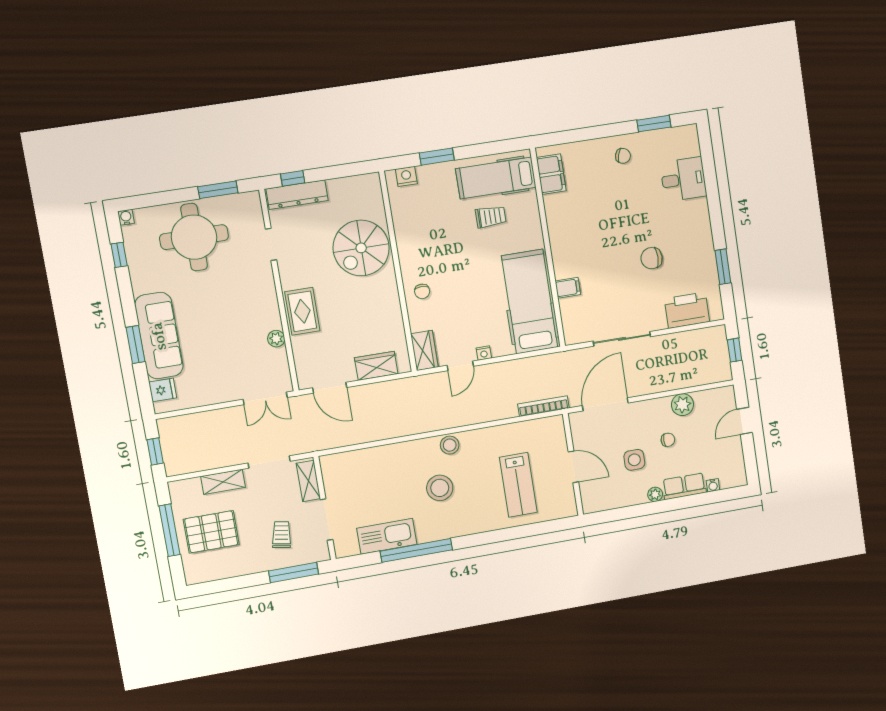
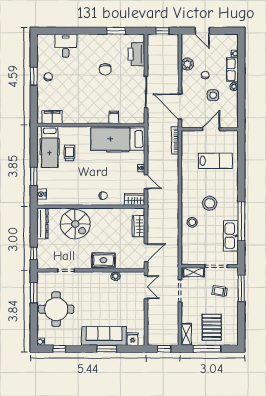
window: (654, 124) -> (34, 76), moved
dresser: (297, 195) -> (42, 224), moved
stool: (450, 445) -> (192, 222), moved
shelving: (223, 482) -> (186, 334), moved

